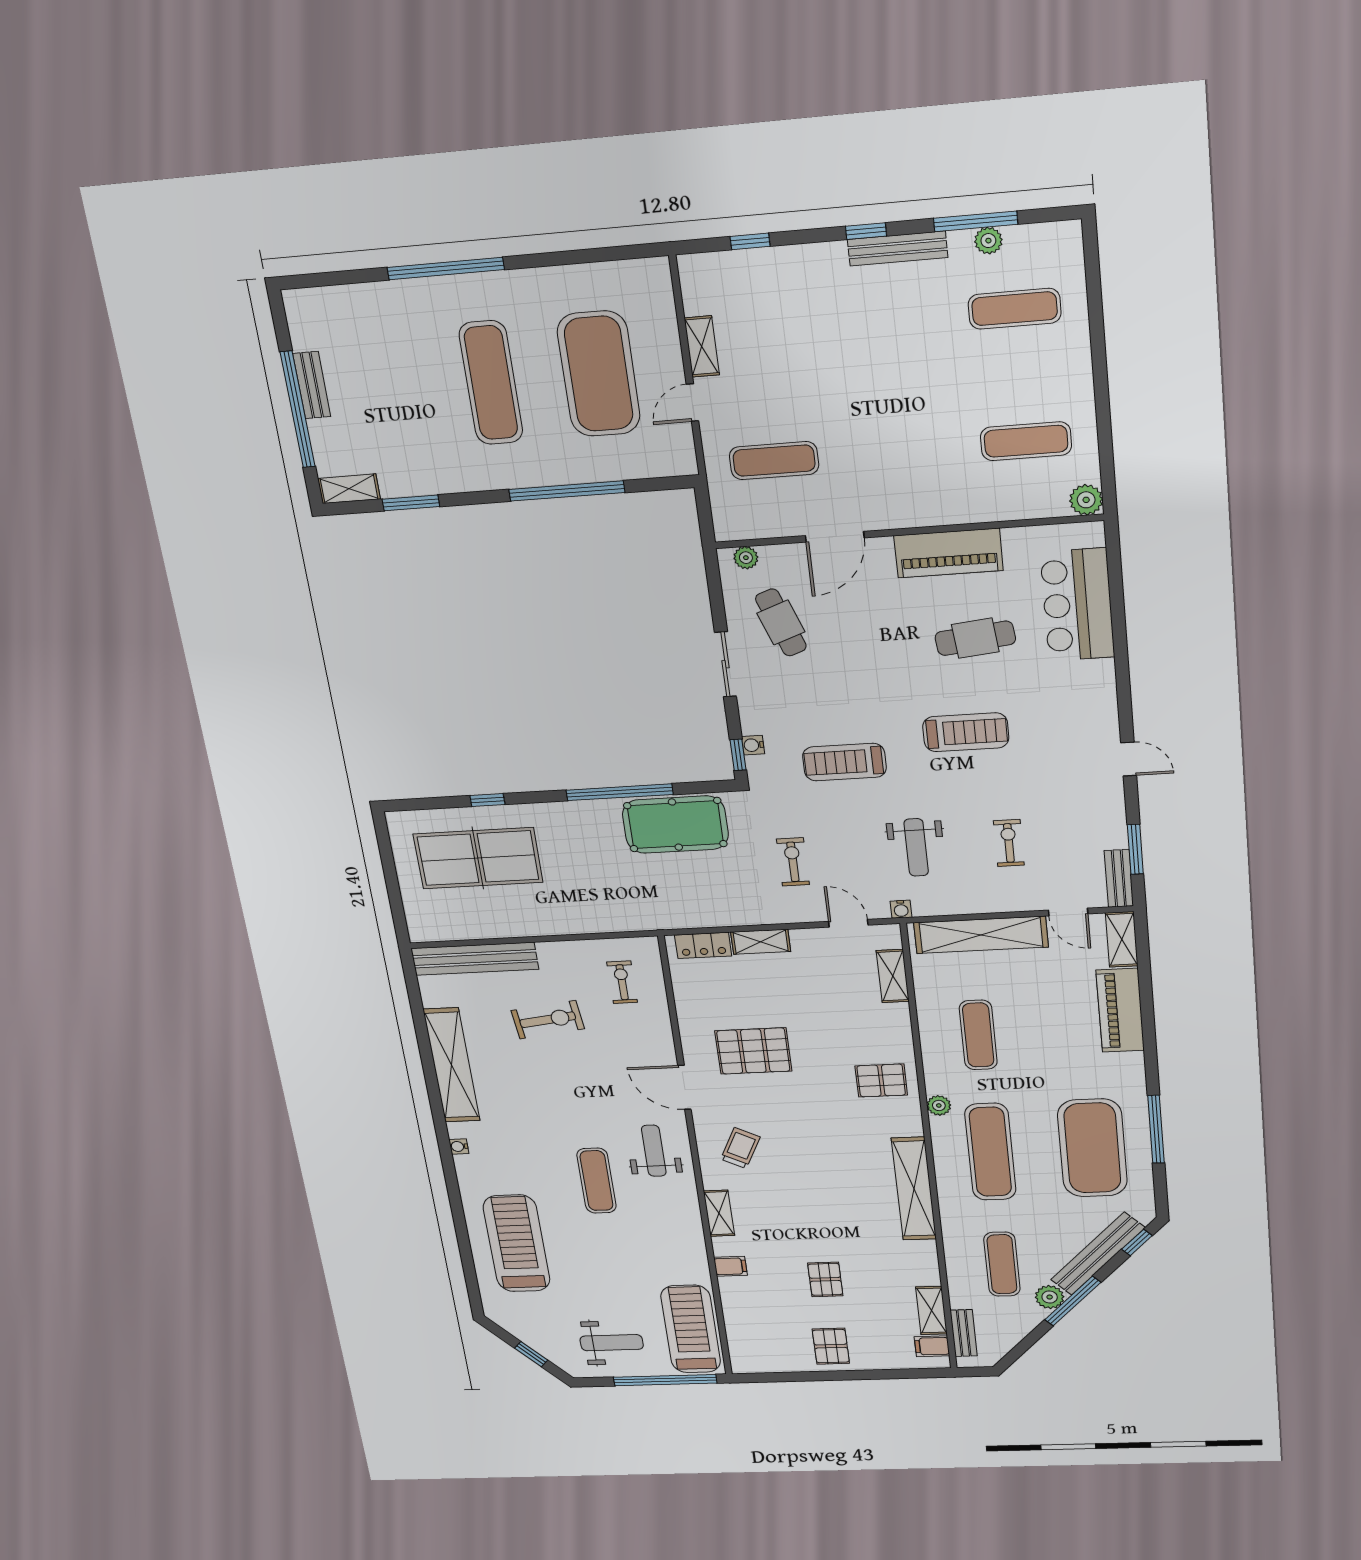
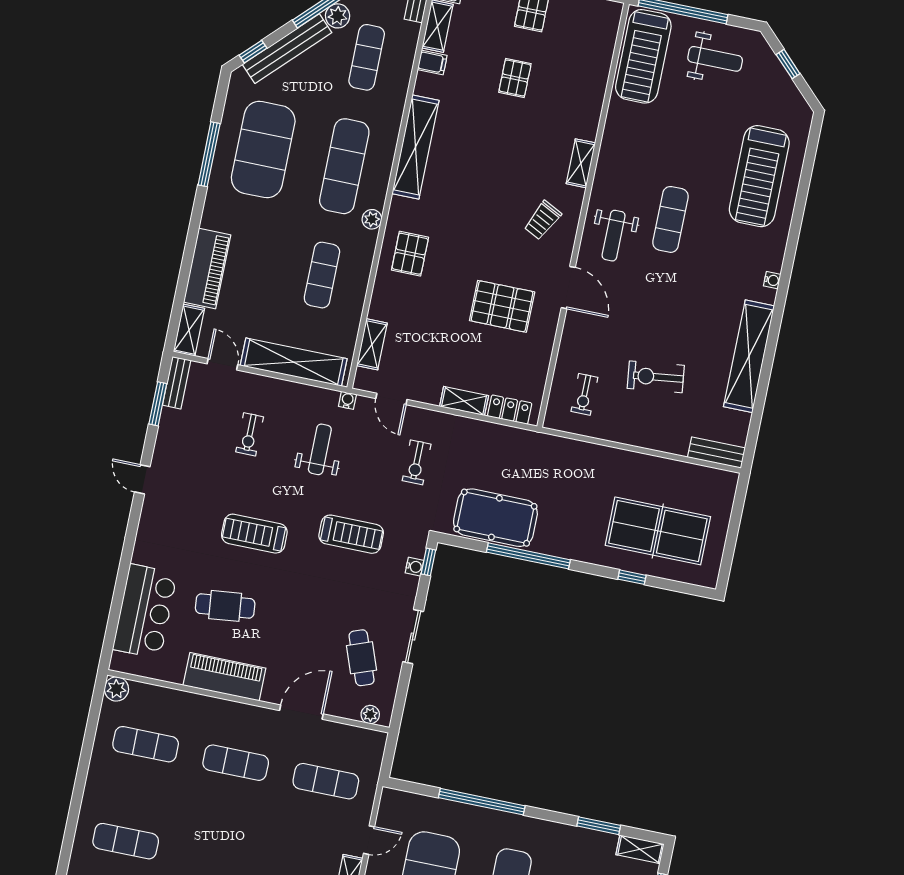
exercise mat: (899, 451) -> (236, 763), added
bench: (475, 959) -> (716, 453), width x0.54, depth x0.82
pallet: (881, 1080) -> (410, 254), turned 90
filing cabinet: (730, 1266) -> (432, 63), moved, turned 180
weight bench: (612, 1343) -> (715, 59), turned 180

